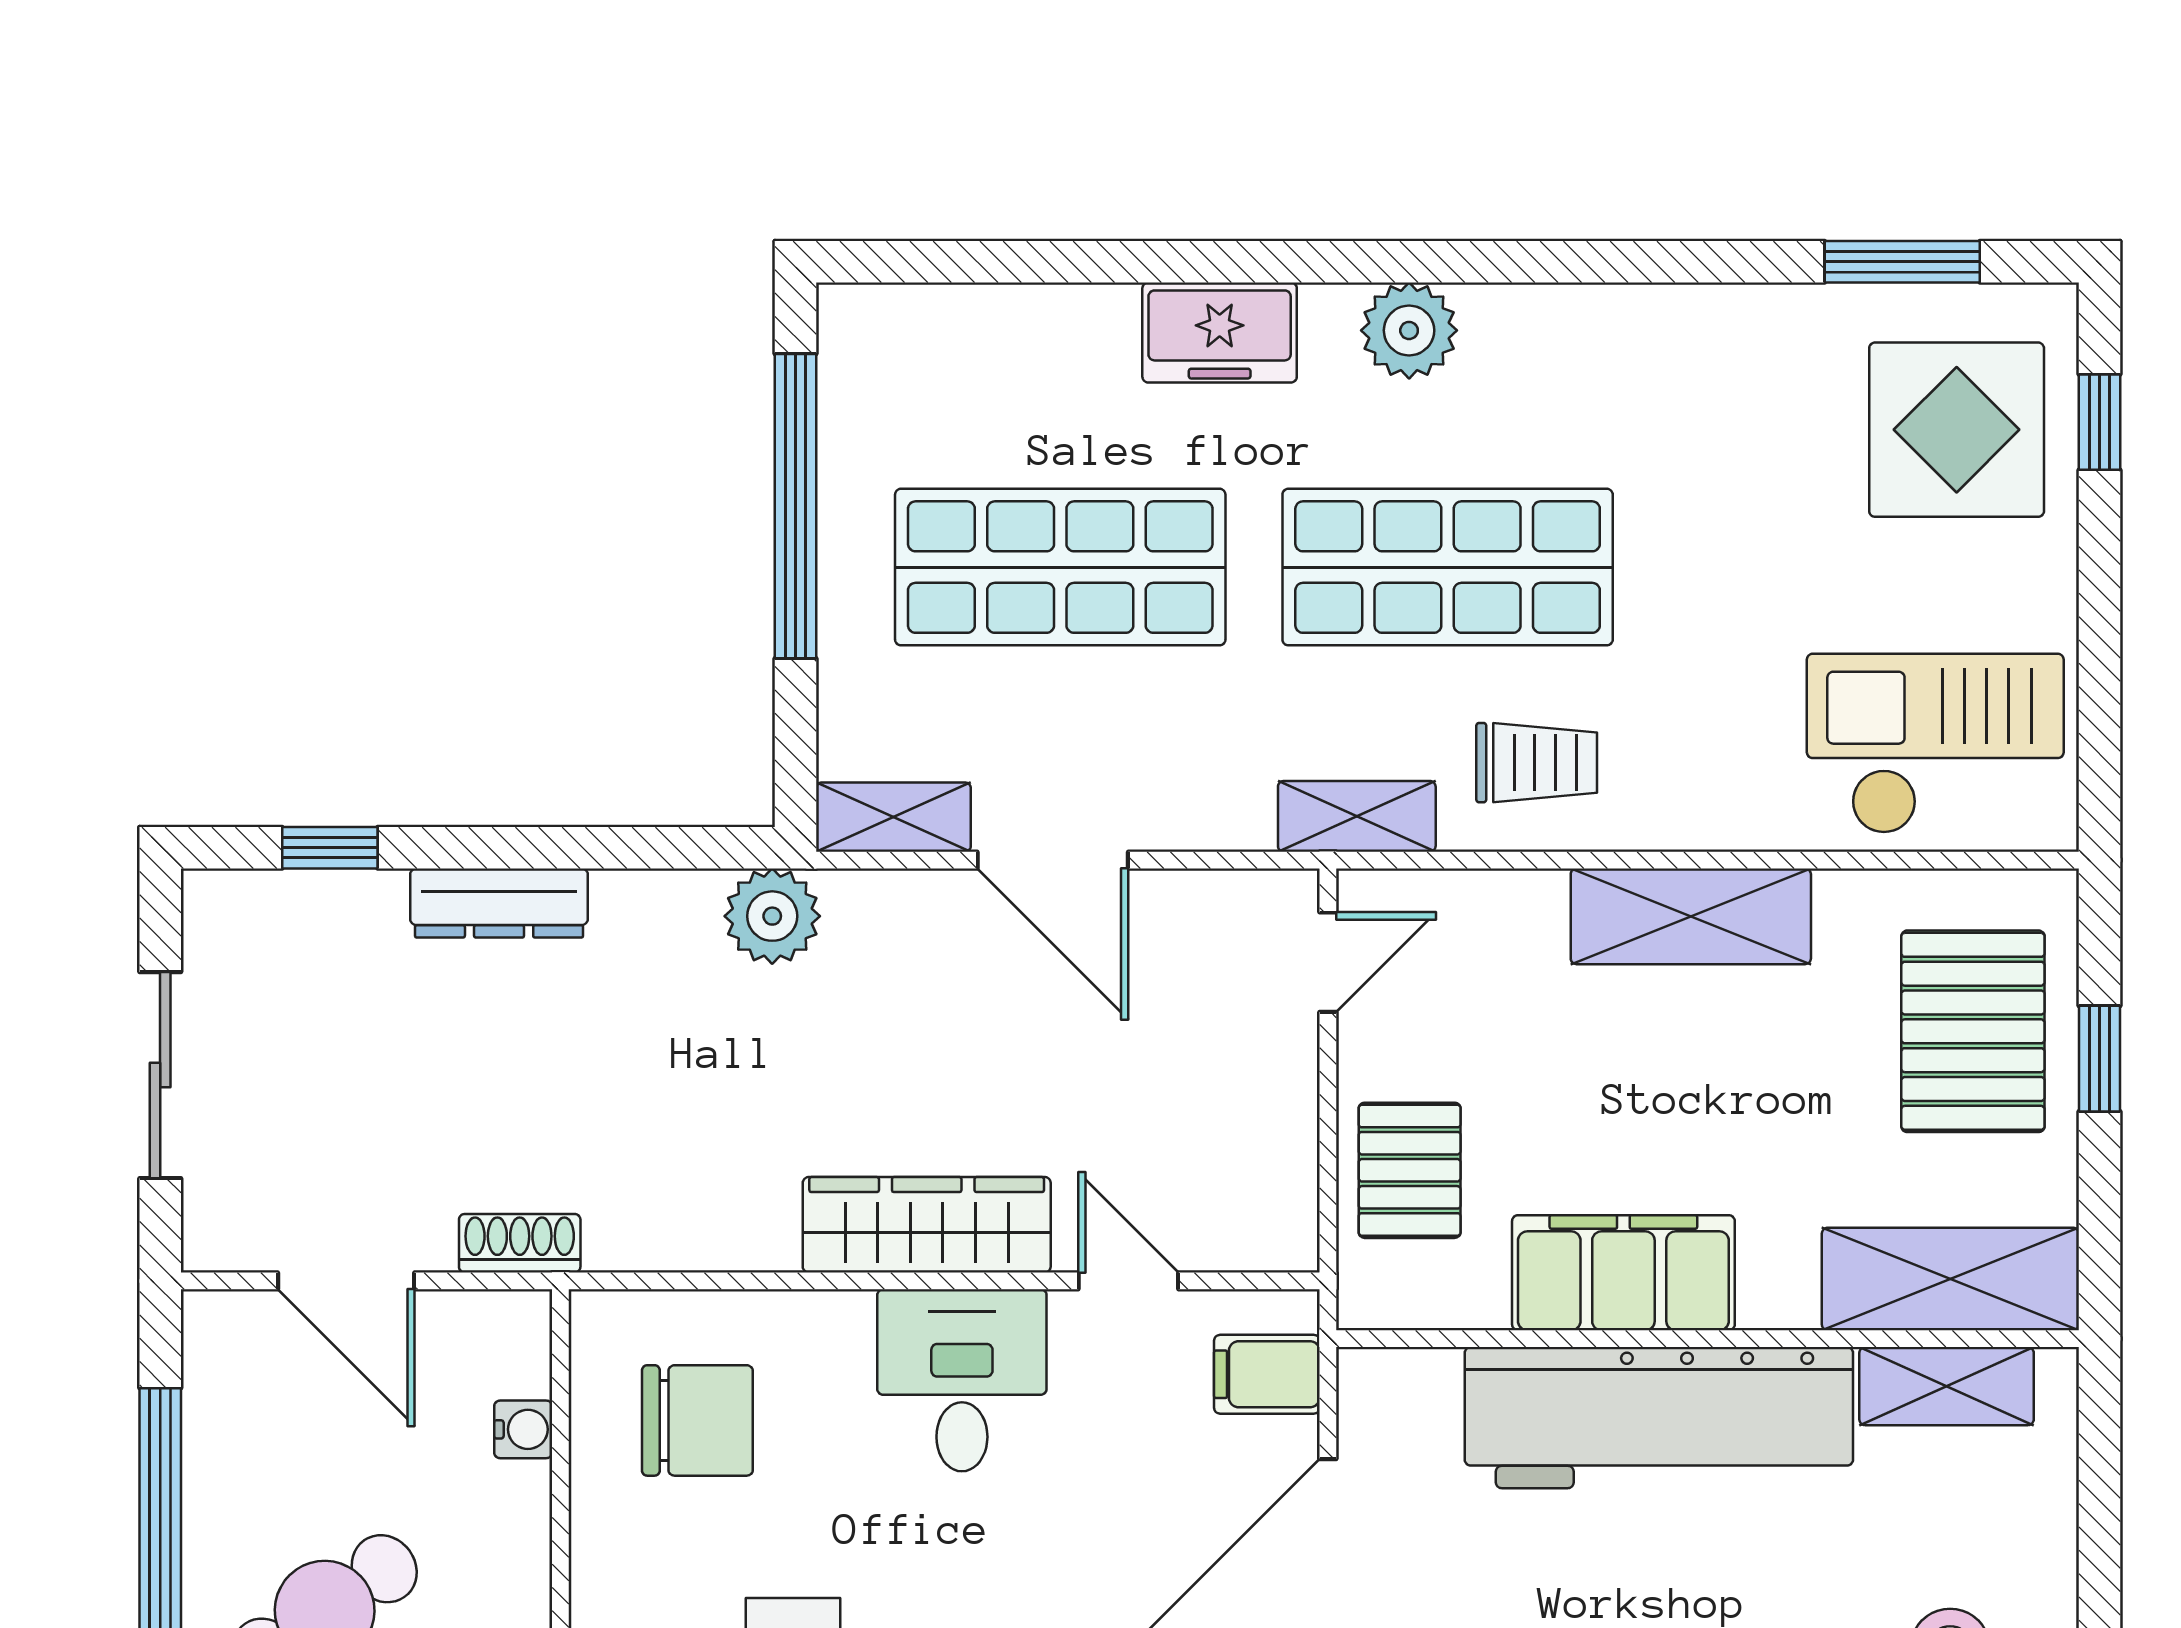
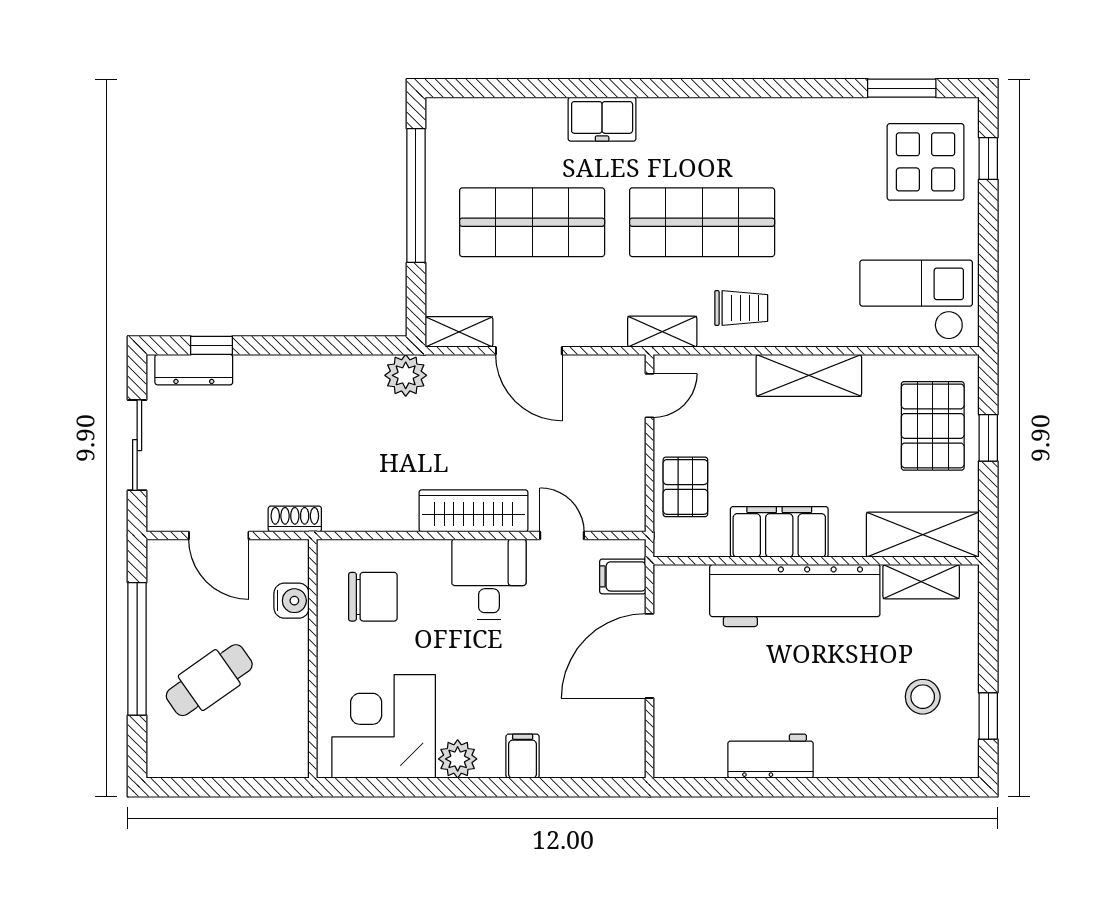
plant: (1409, 330) -> (685, 118), removed
dresser: (499, 903) -> (194, 370), moved
water cooler: (523, 1429) -> (292, 601), width x1.38, depth x1.38

